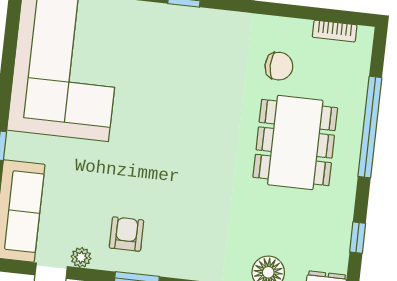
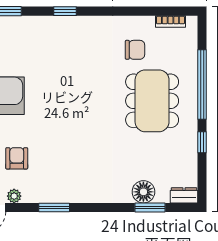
armchair: (126, 234) -> (17, 158), moved
window: (358, 238) -> (202, 142), moved

